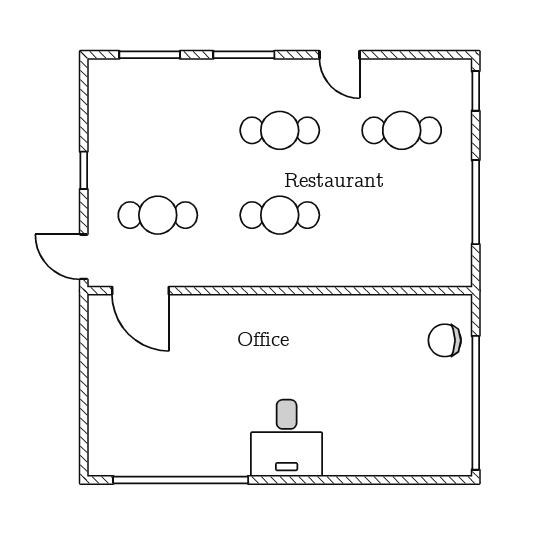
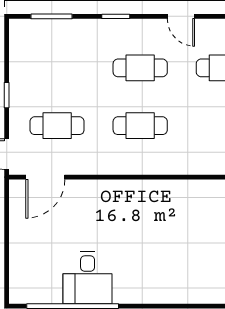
window: (244, 55) -> (116, 16), width x0.67
door: (141, 291) -> (45, 177), hinge flipped
desk: (287, 438) -> (88, 278), moved

